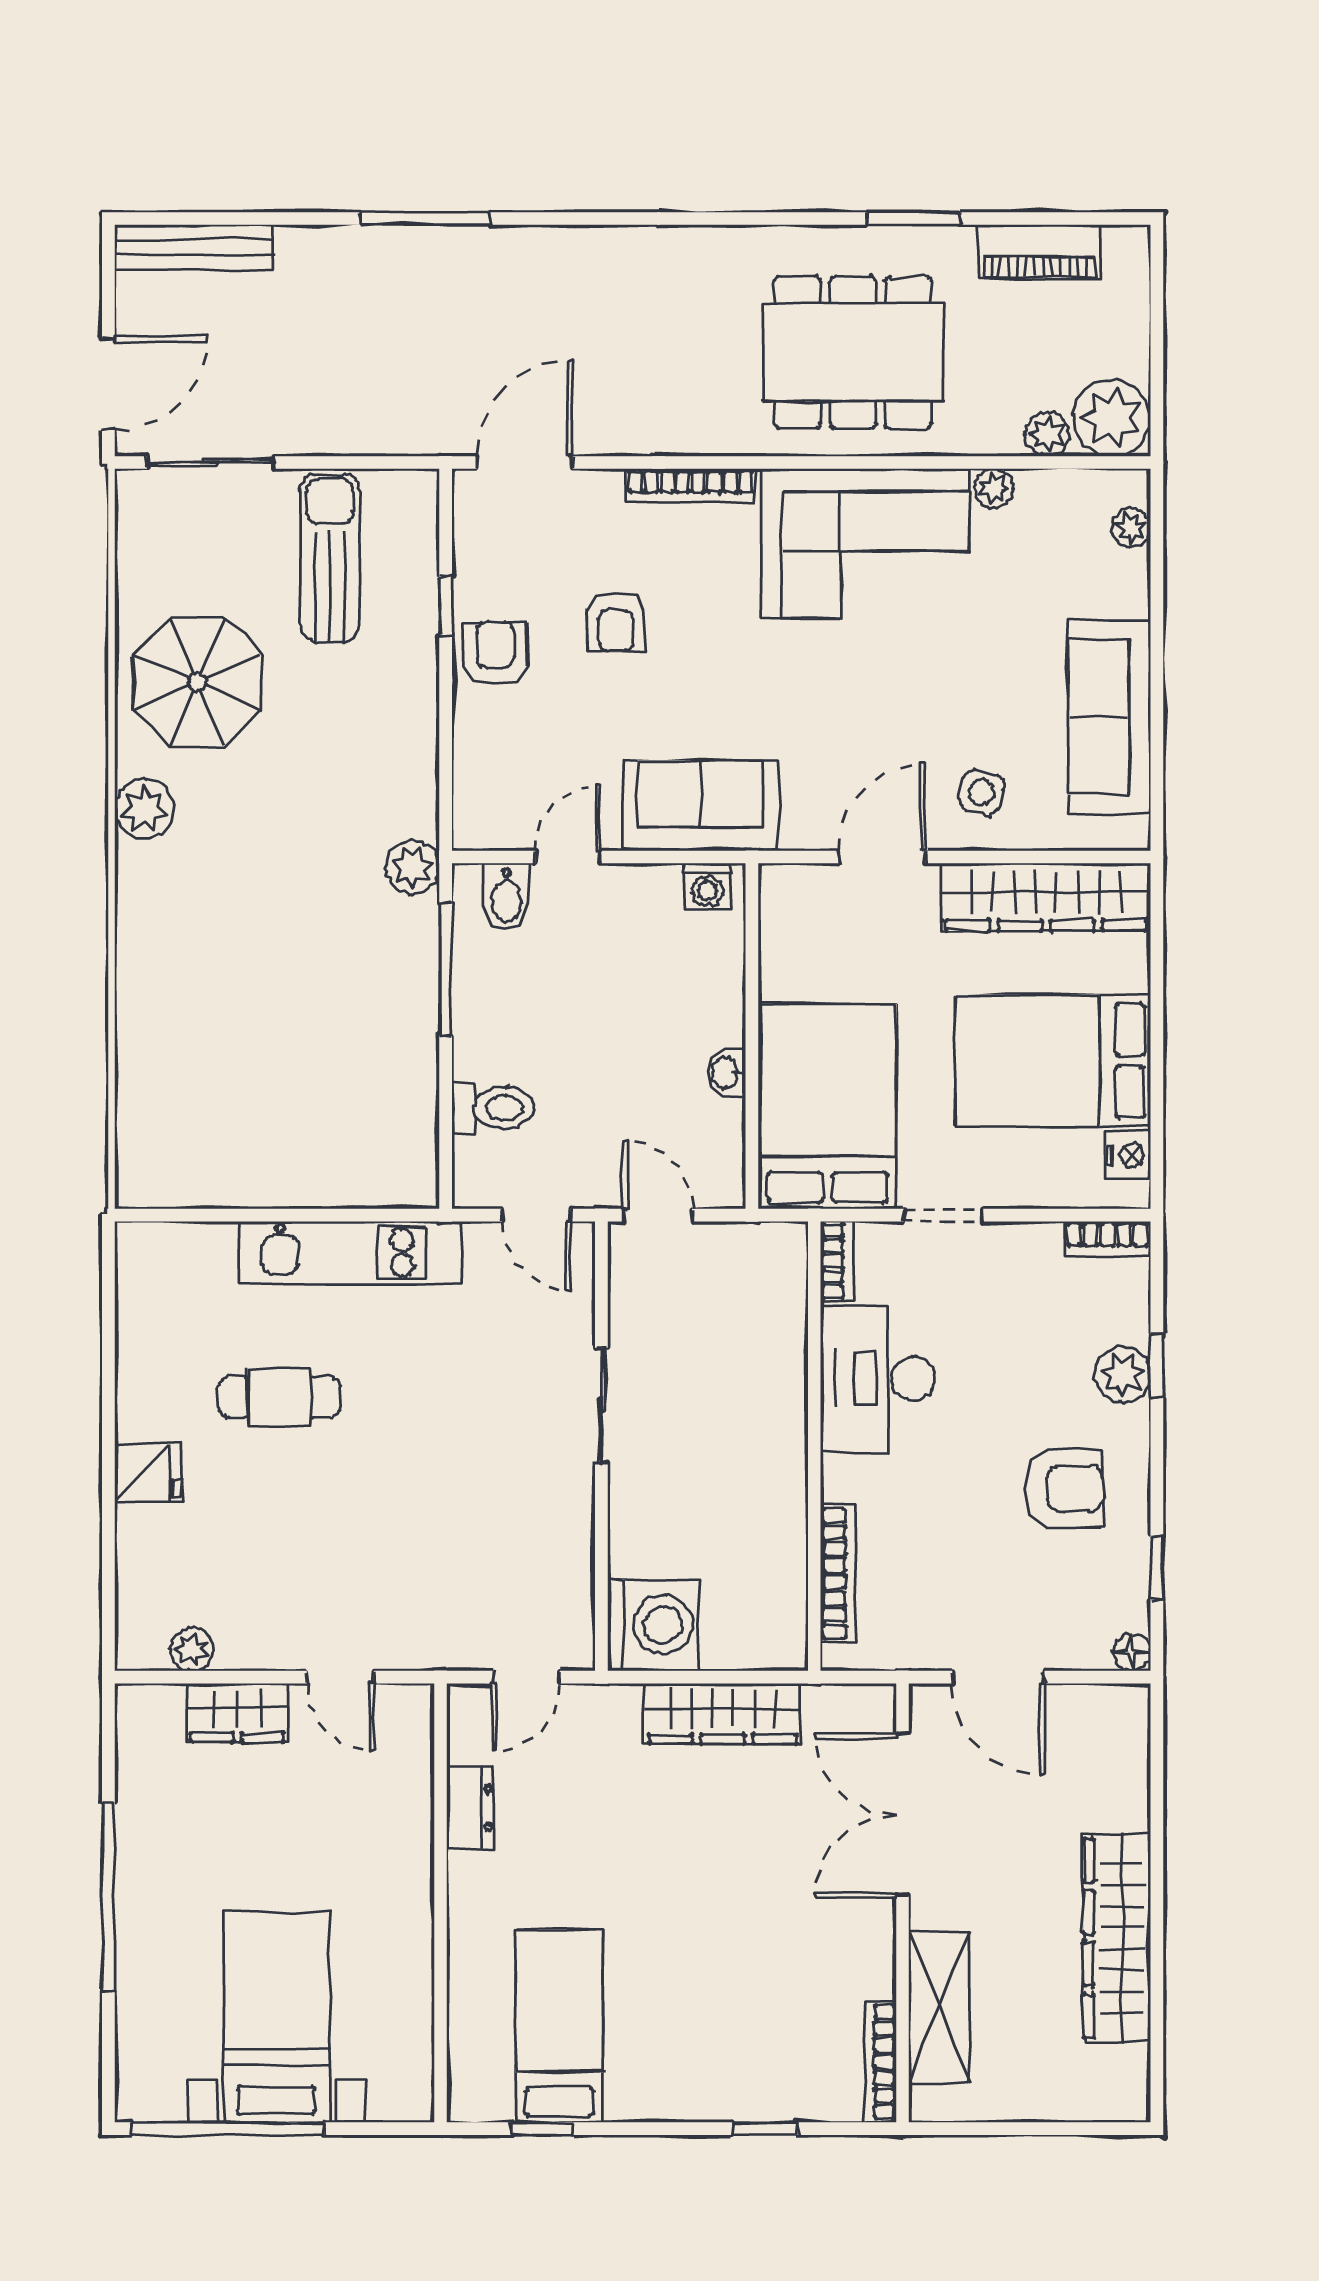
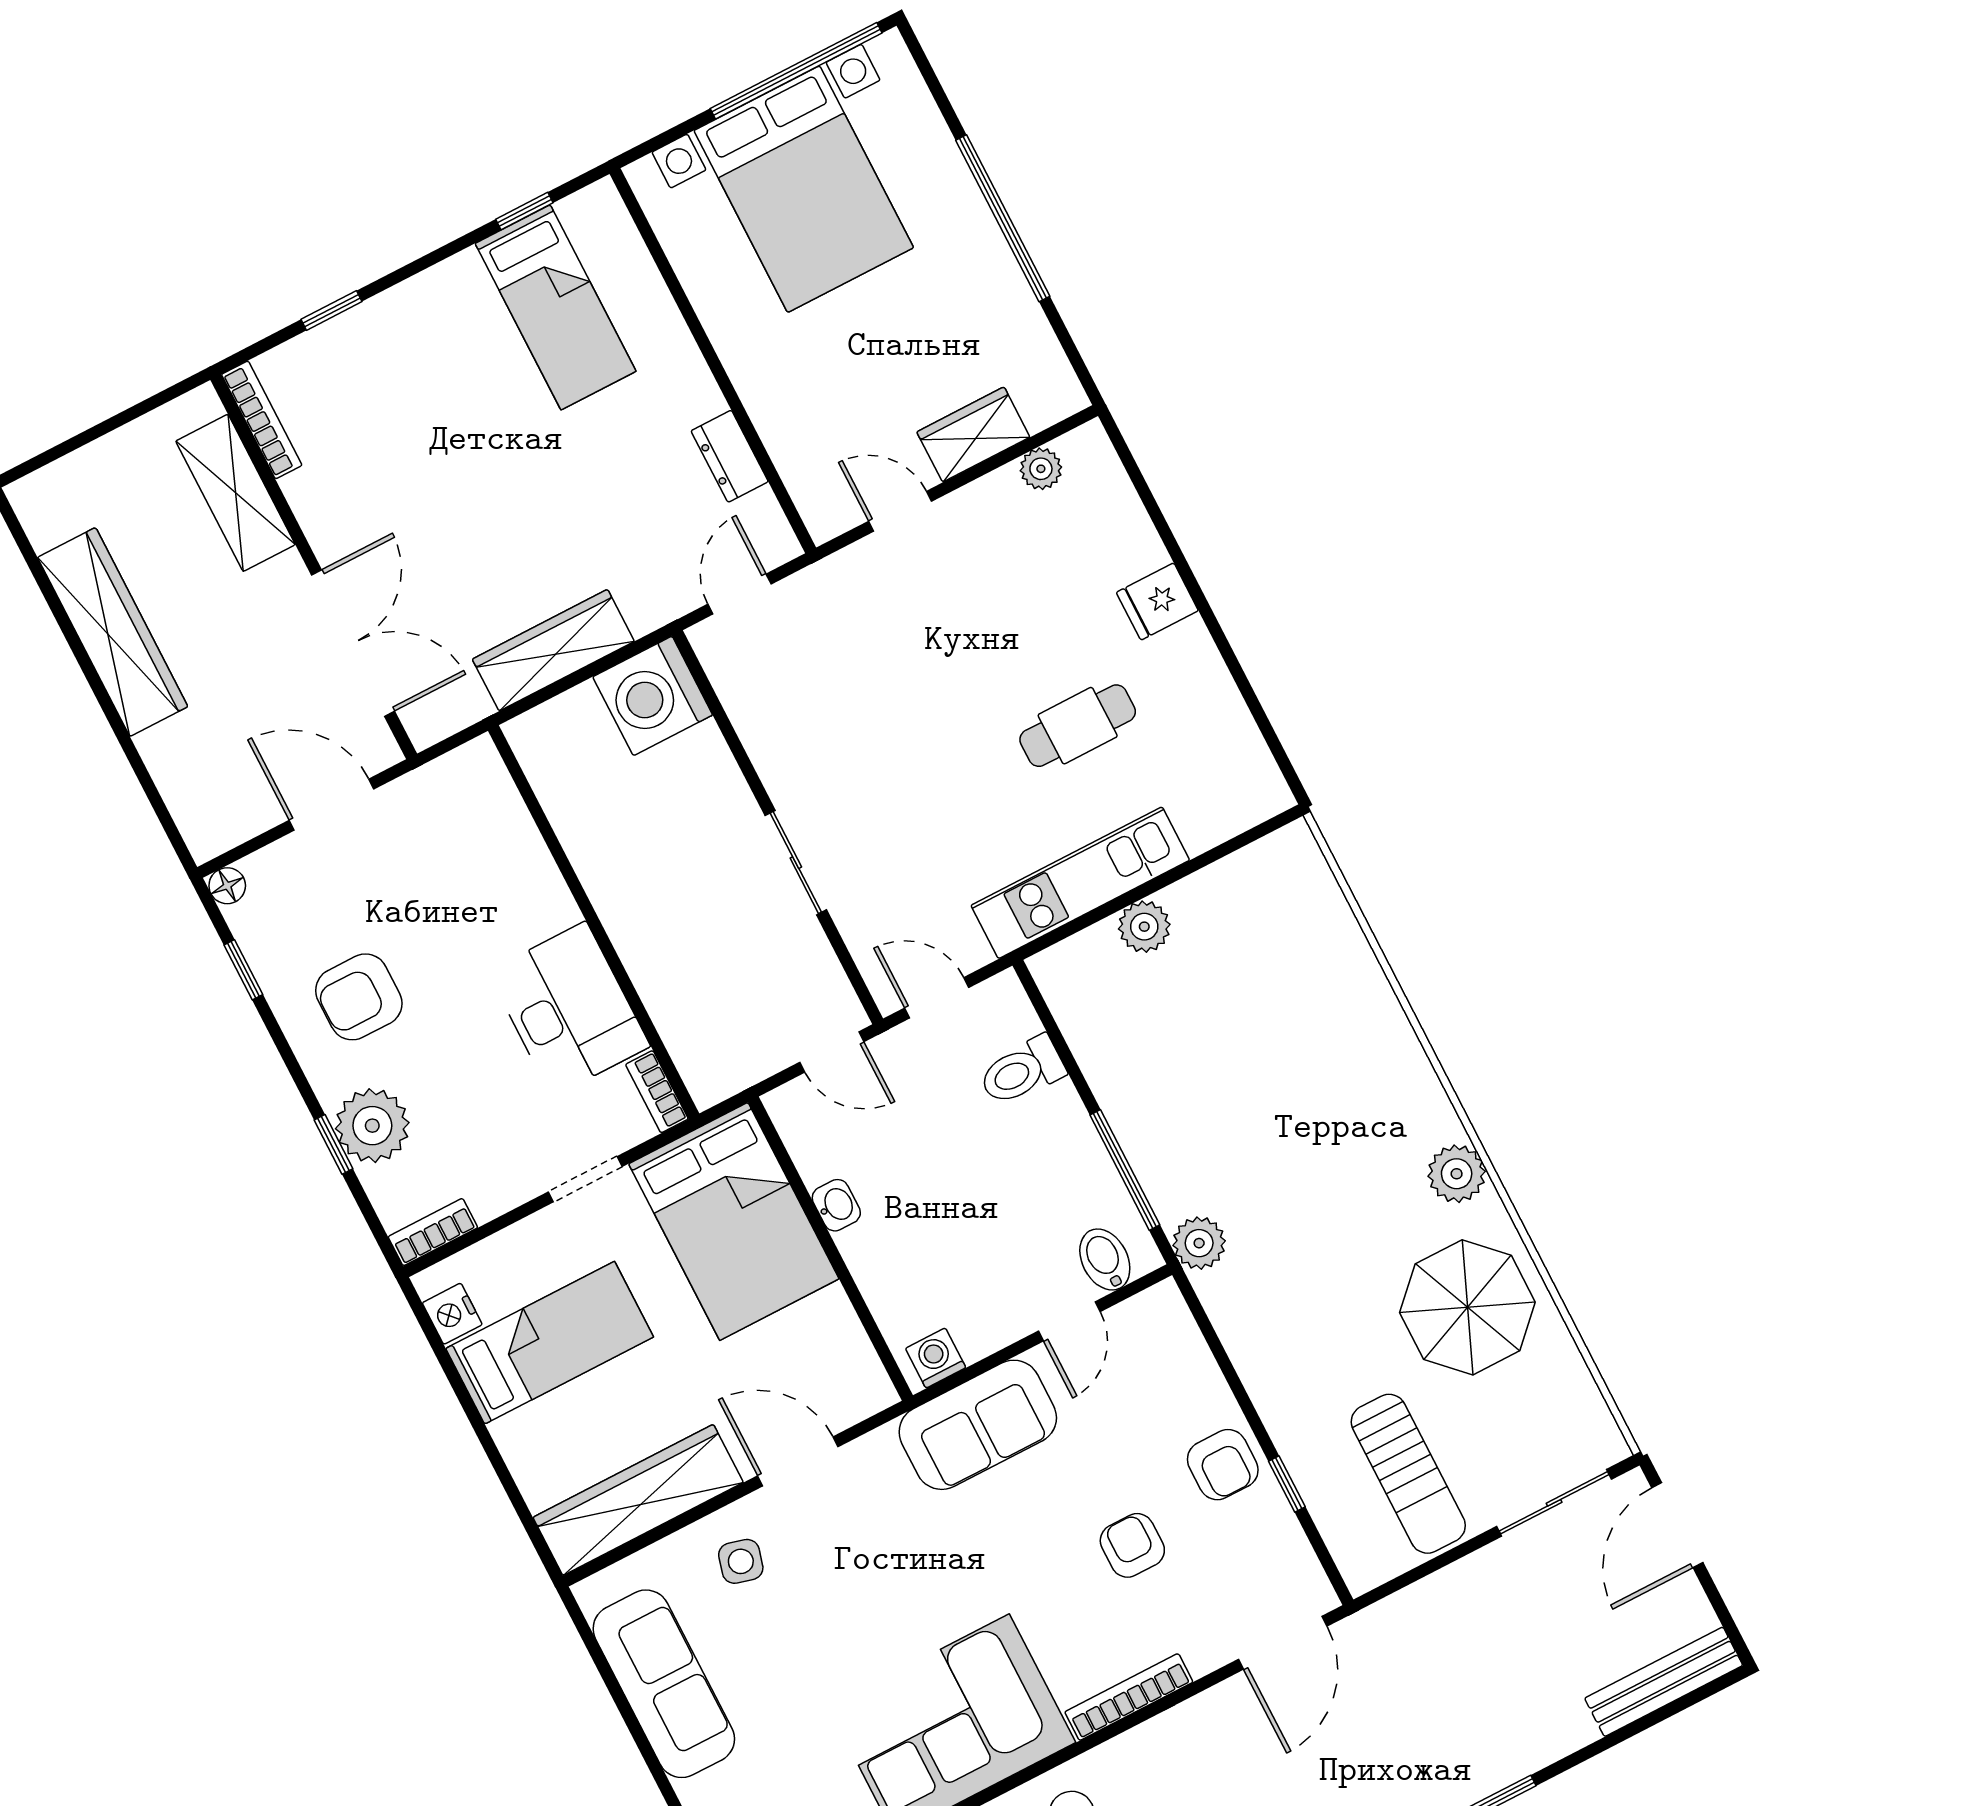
door: (882, 857) -> (798, 1461), swing flipped
bed: (1053, 1061) -> (550, 1343), width x0.67
plant: (313, 1182) -> (1144, 927), added
plant: (1123, 1375) -> (372, 1126), width x1.36, depth x1.36
bookcase: (838, 1574) -> (516, 823), removed
bed with nightstands: (277, 2017) -> (804, 189), width x1.36

